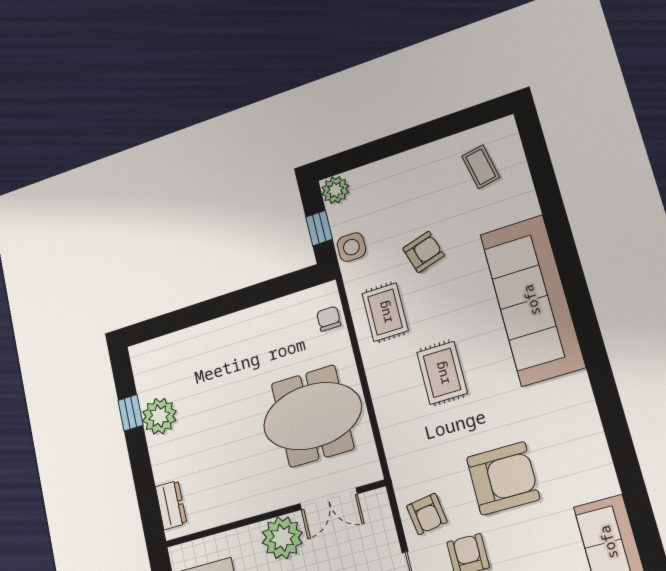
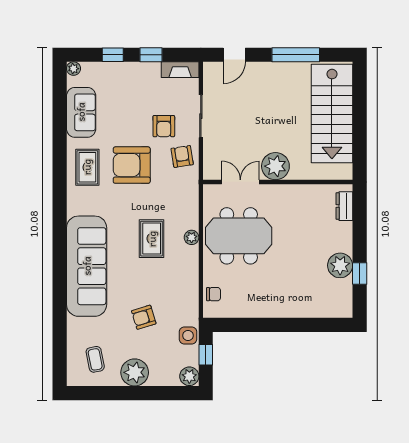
plant: (416, 168) -> (135, 372), added
rug: (385, 312) -> (87, 167), moved
chair: (329, 319) -> (214, 294), turned -90
plant: (382, 393) -> (192, 237), added

